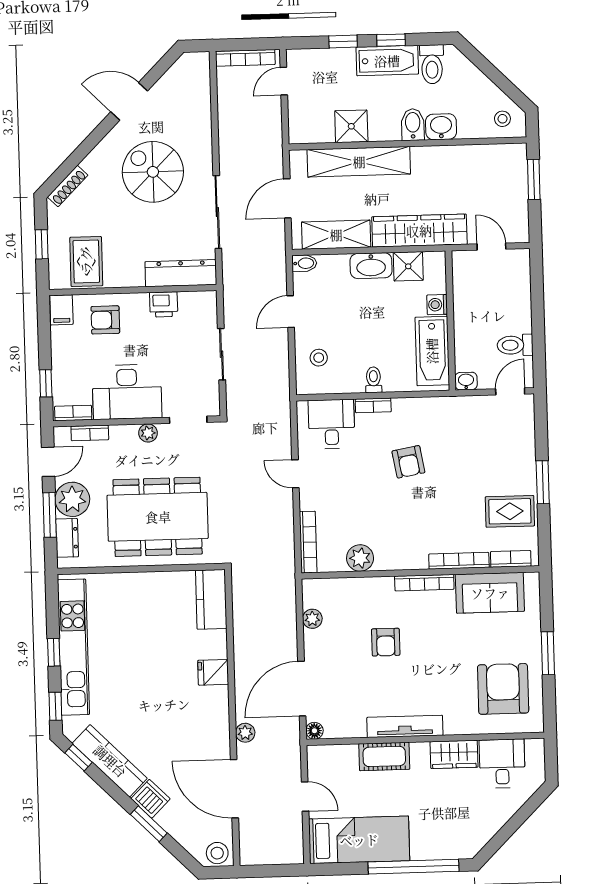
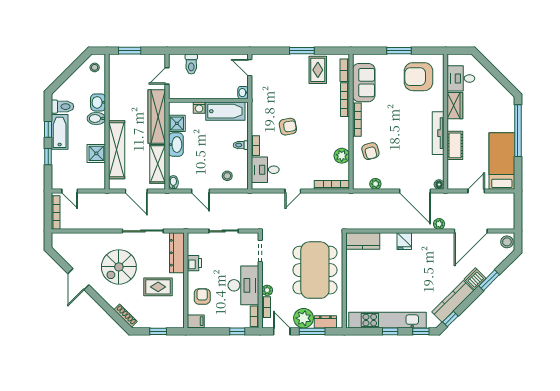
rug: (86, 261) -> (158, 287), moved
armchair: (105, 320) -> (202, 296), turned 180
toilet: (515, 345) -> (191, 64), moved
plant: (148, 433) -> (267, 290), moved
armchair: (386, 642) -> (370, 151), moved, turned 74

